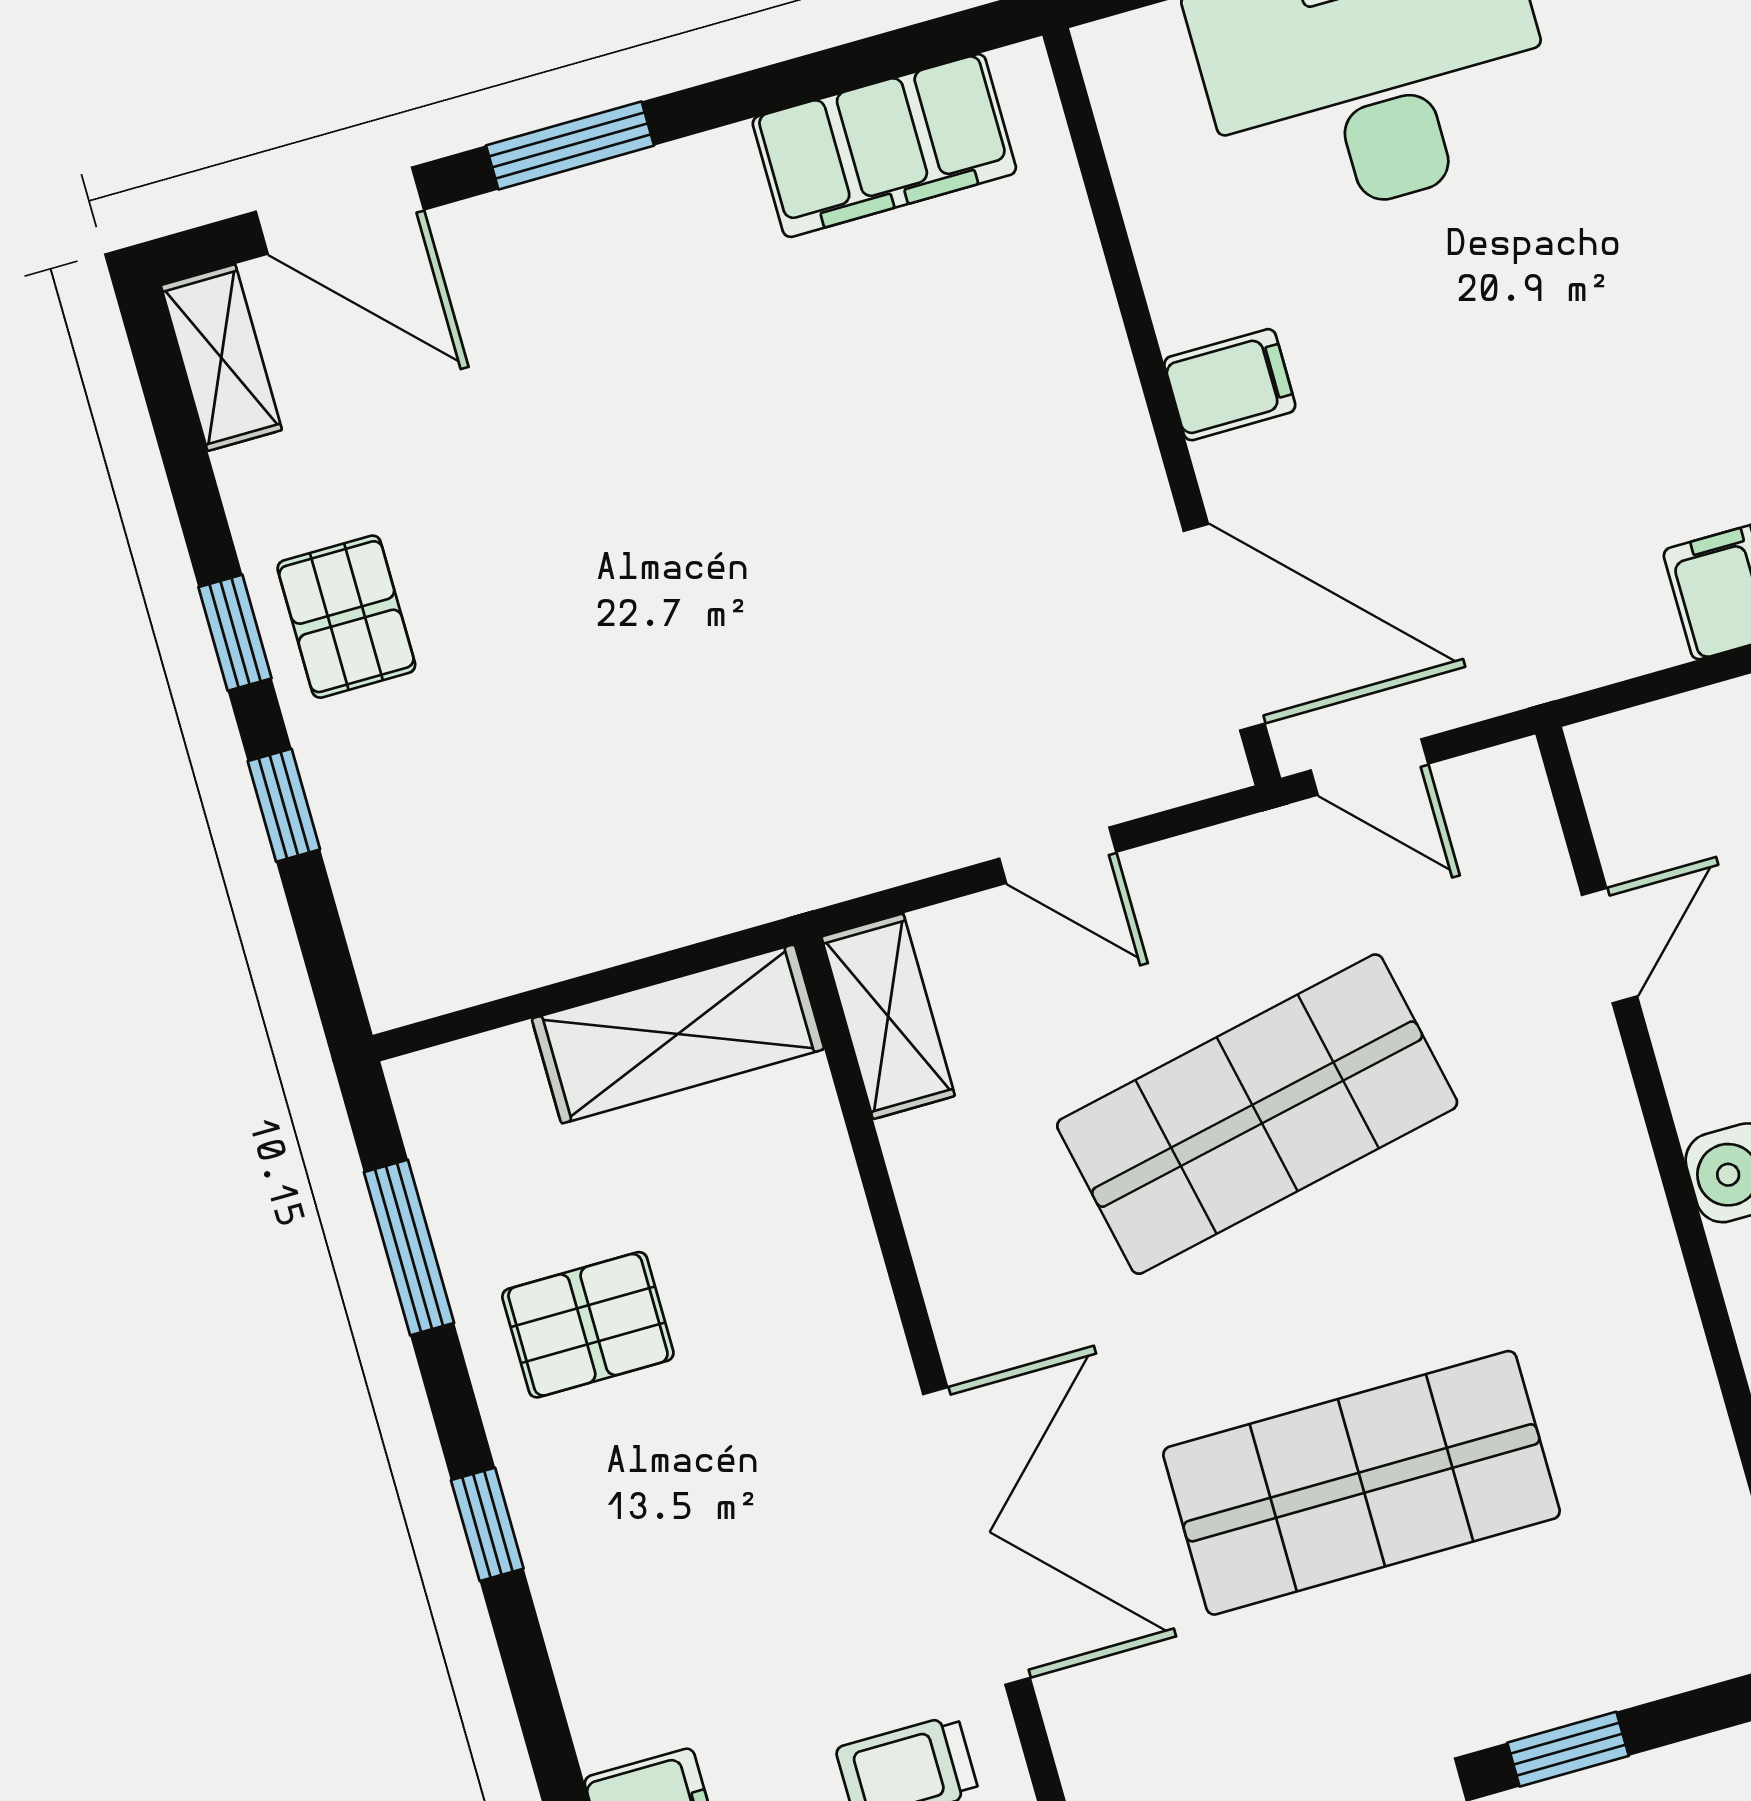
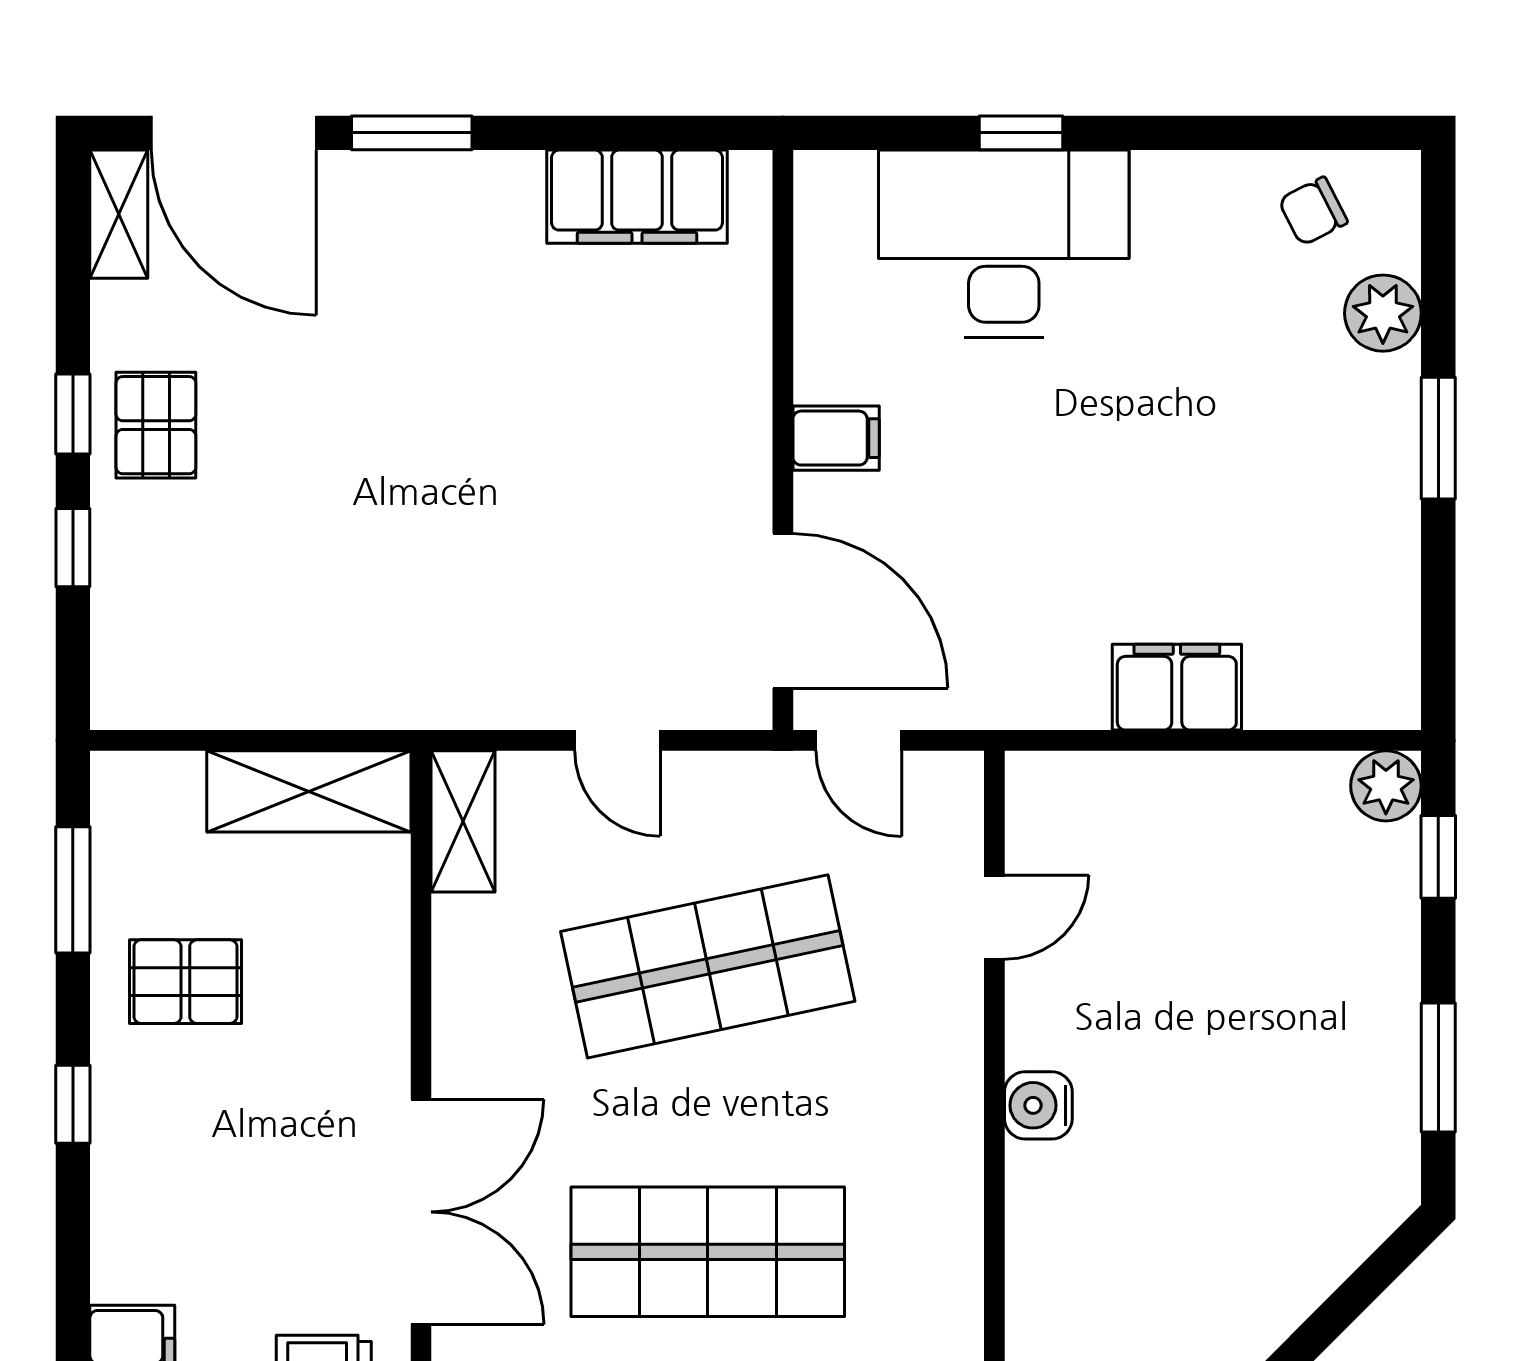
door: (340, 211) -> (234, 133), width x1.36

